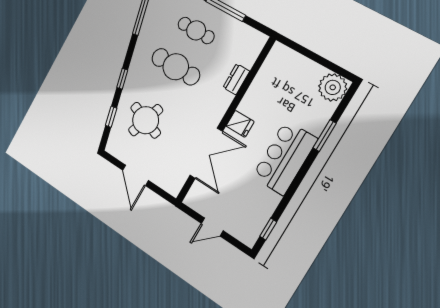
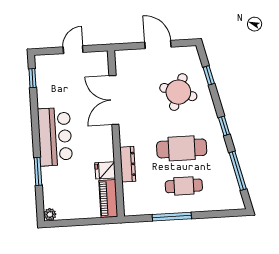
piano: (273, 64) -> (108, 198), added
window: (122, 79) -> (224, 126), moved
dresser: (236, 79) -> (128, 164), width x1.44
plant: (333, 87) -> (50, 214), width x0.53, depth x0.53
fridge: (240, 124) -> (105, 170), moved

